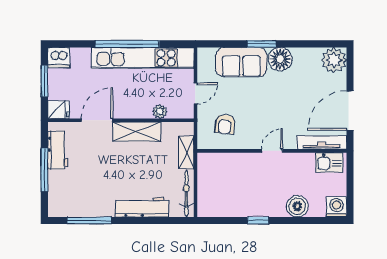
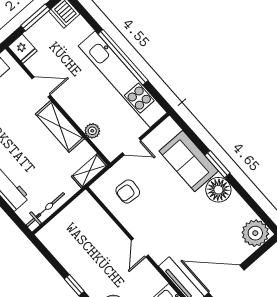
door: (97, 120) -> (41, 87), width x0.73
door: (272, 151) -> (140, 248), swing flipped
shelving: (186, 153) -> (89, 171), moved

